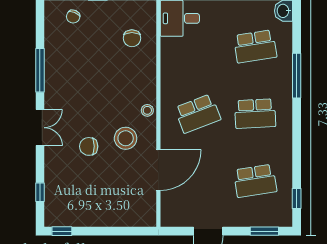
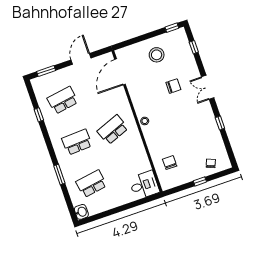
window: (40, 70) -> (220, 123), width x0.46
window: (297, 76) -> (59, 174), width x0.69
stool: (126, 138) -> (157, 55), moved
door: (158, 170) -> (120, 72), moved
window: (297, 198) -> (39, 115), moved

